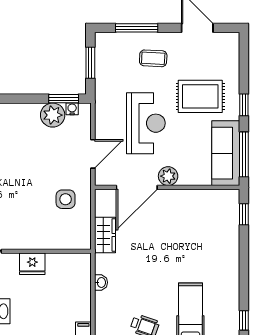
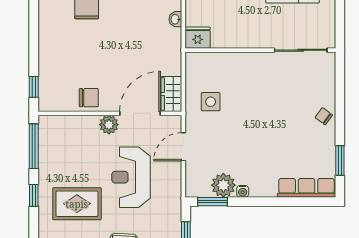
water cooler: (72, 109) -> (243, 191), moved
sofa: (226, 153) -> (52, 147), removed
chair: (188, 203) -> (89, 98), added
wardrobe: (105, 235) -> (171, 94), moved
fridge: (32, 264) -> (198, 38), moved

